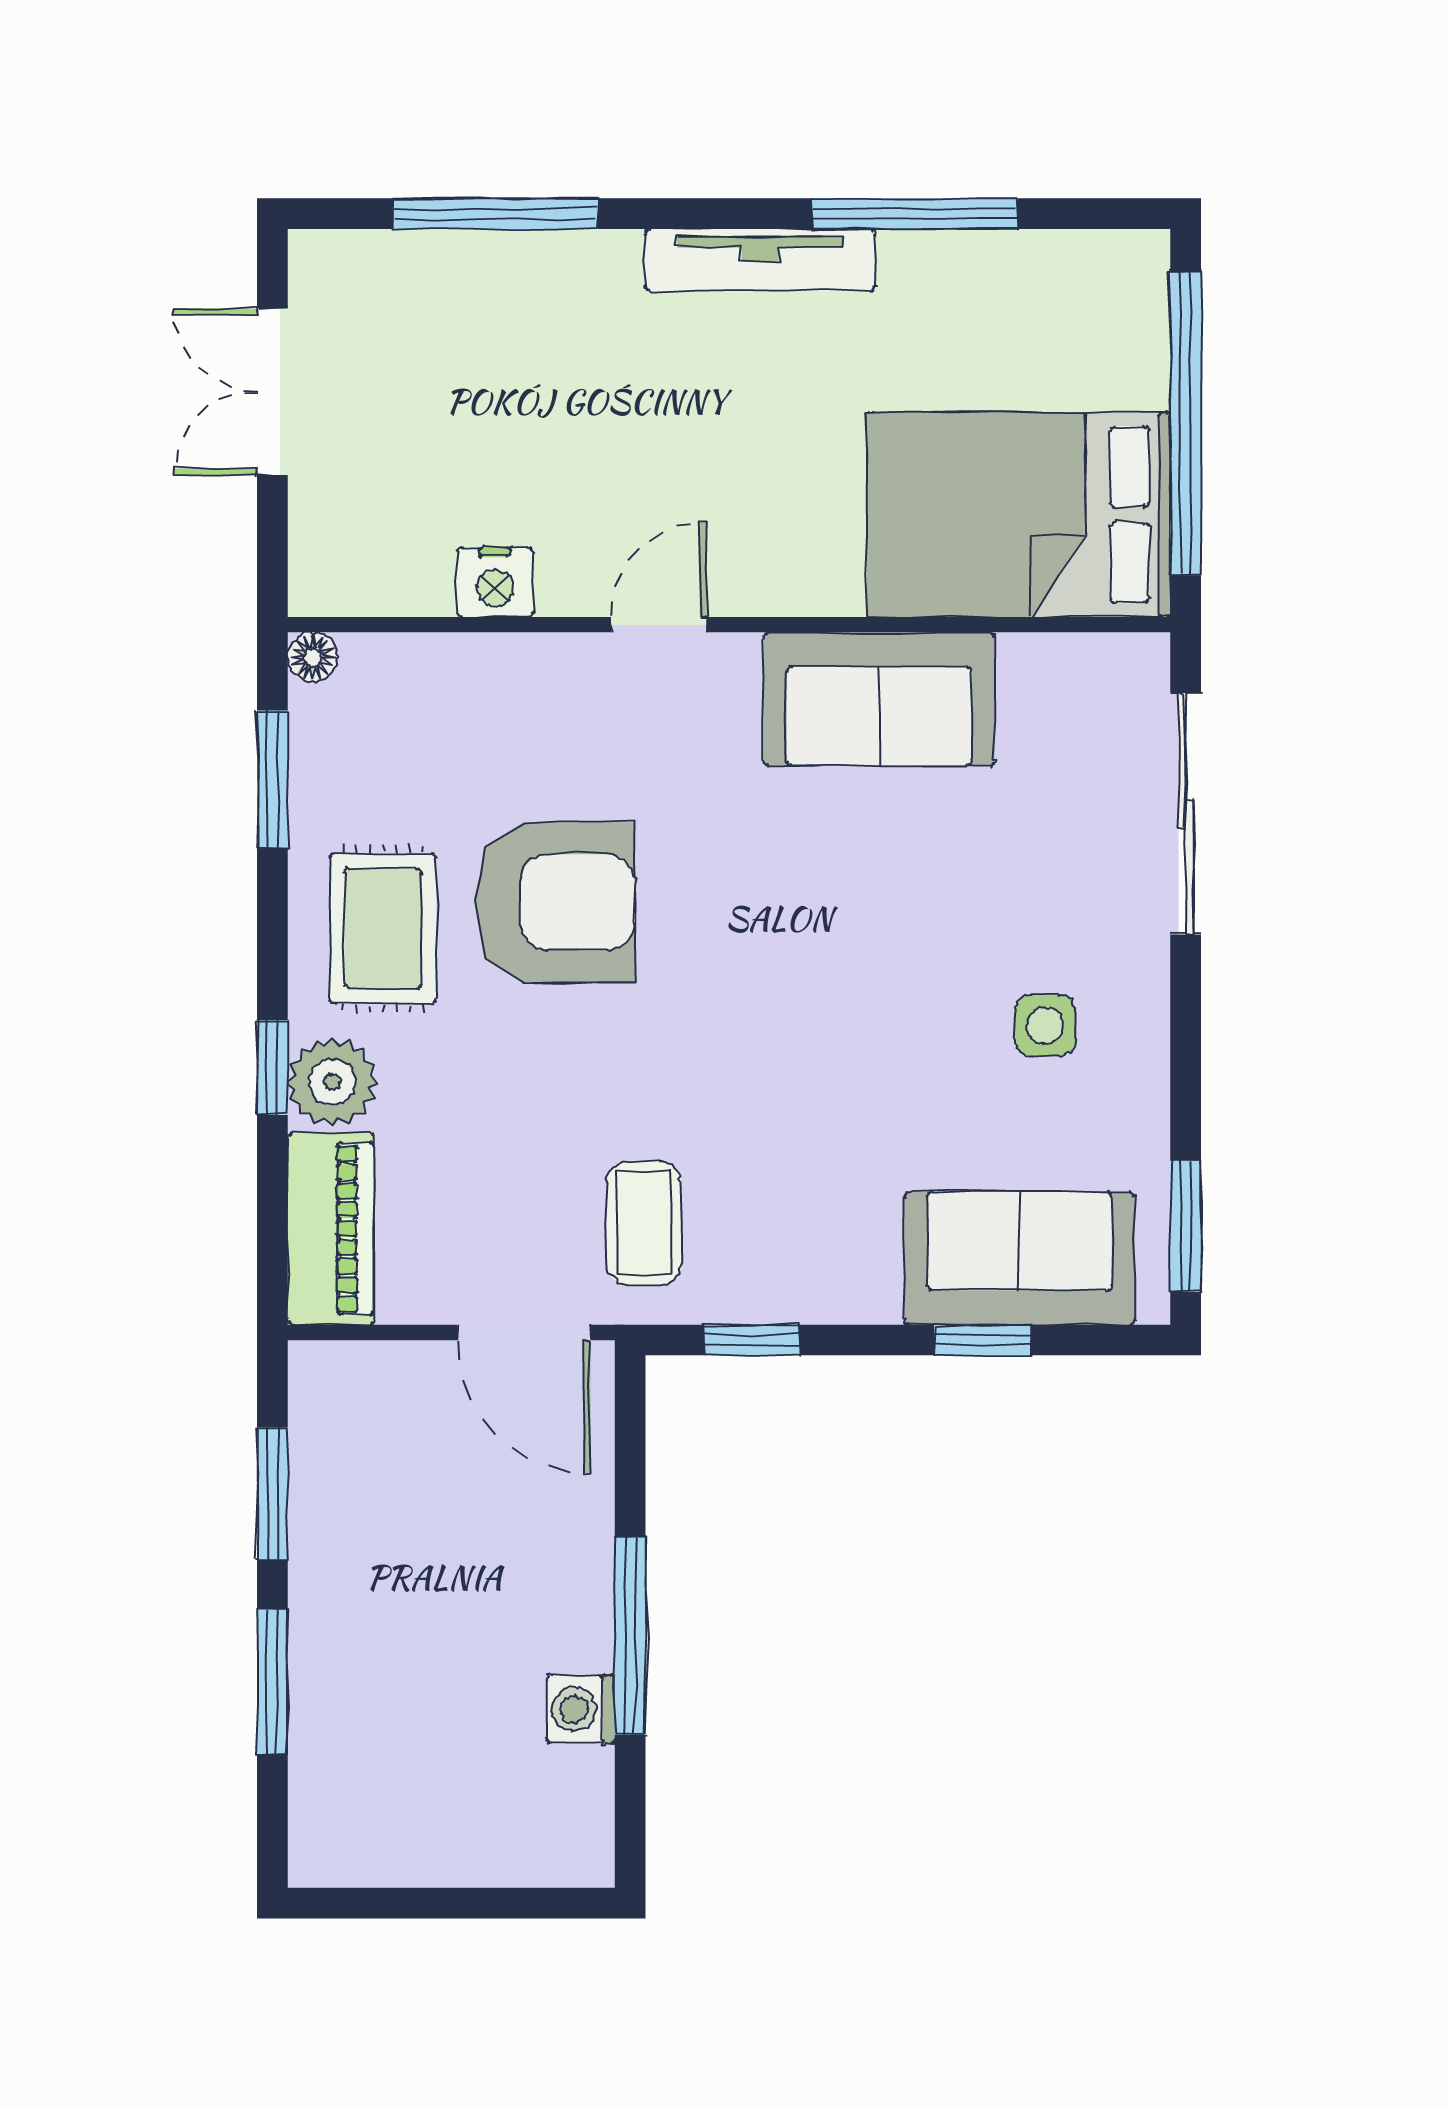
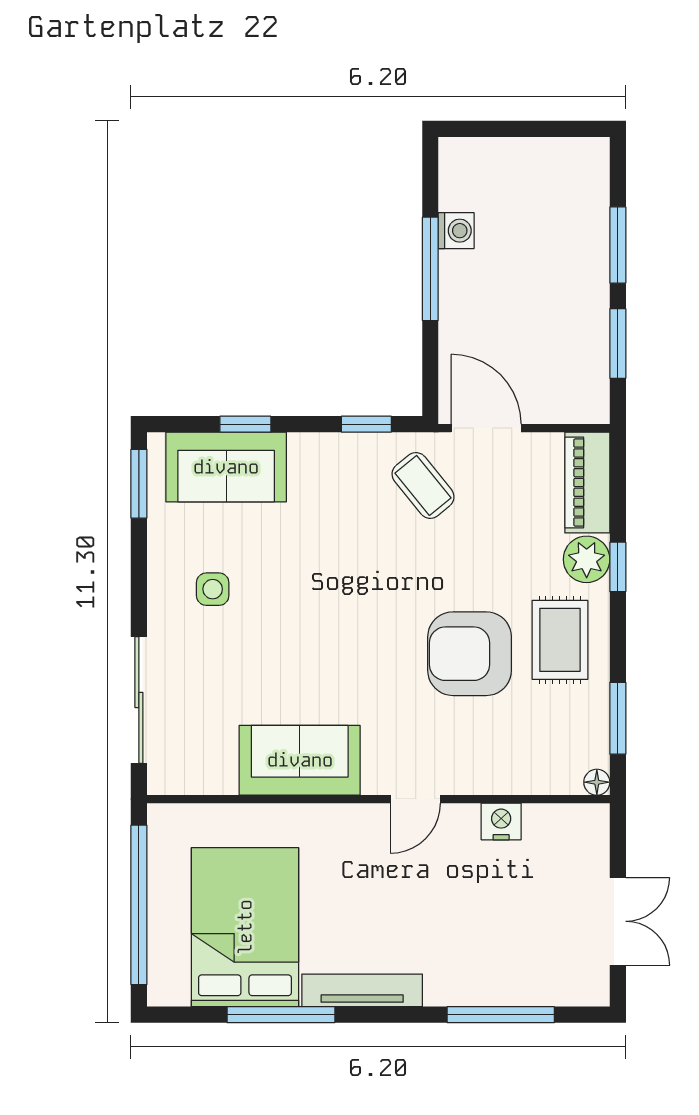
bed: (1019, 515) -> (245, 927), moved, turned -90
coffee table: (644, 1223) -> (423, 485), turned -39

